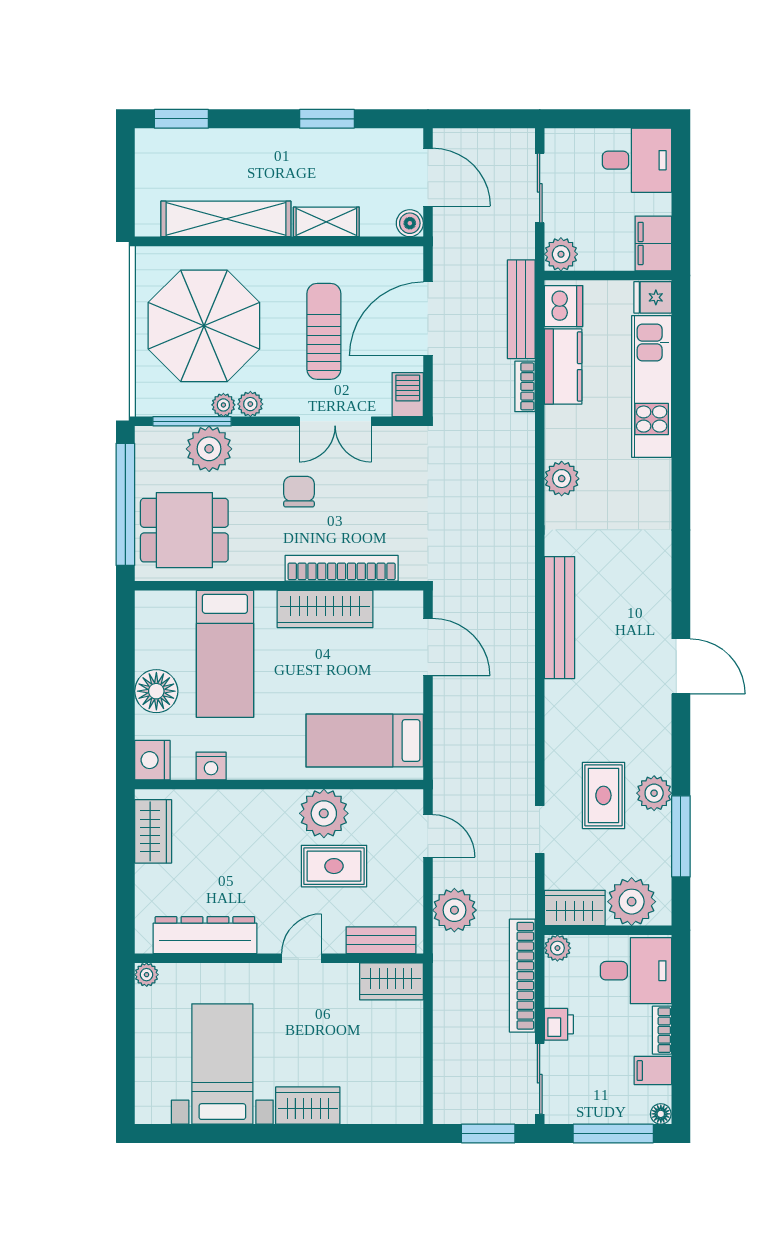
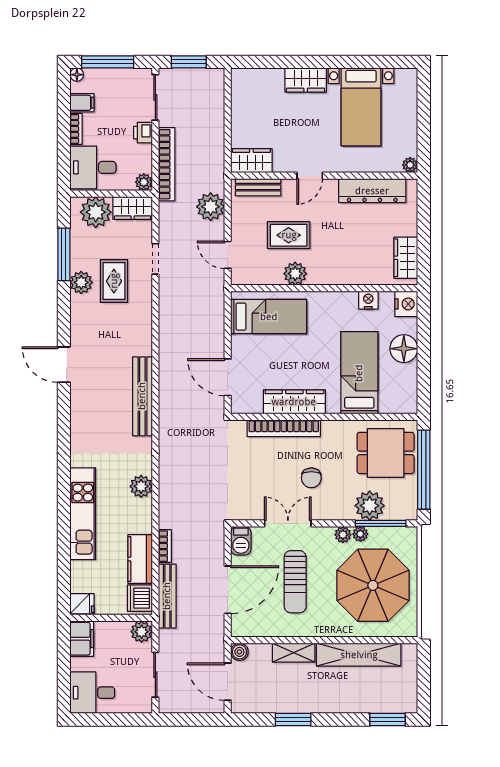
kitchen unit: (652, 386) -> (83, 514), moved
plant: (324, 813) -> (295, 274), width x0.73, depth x0.73

